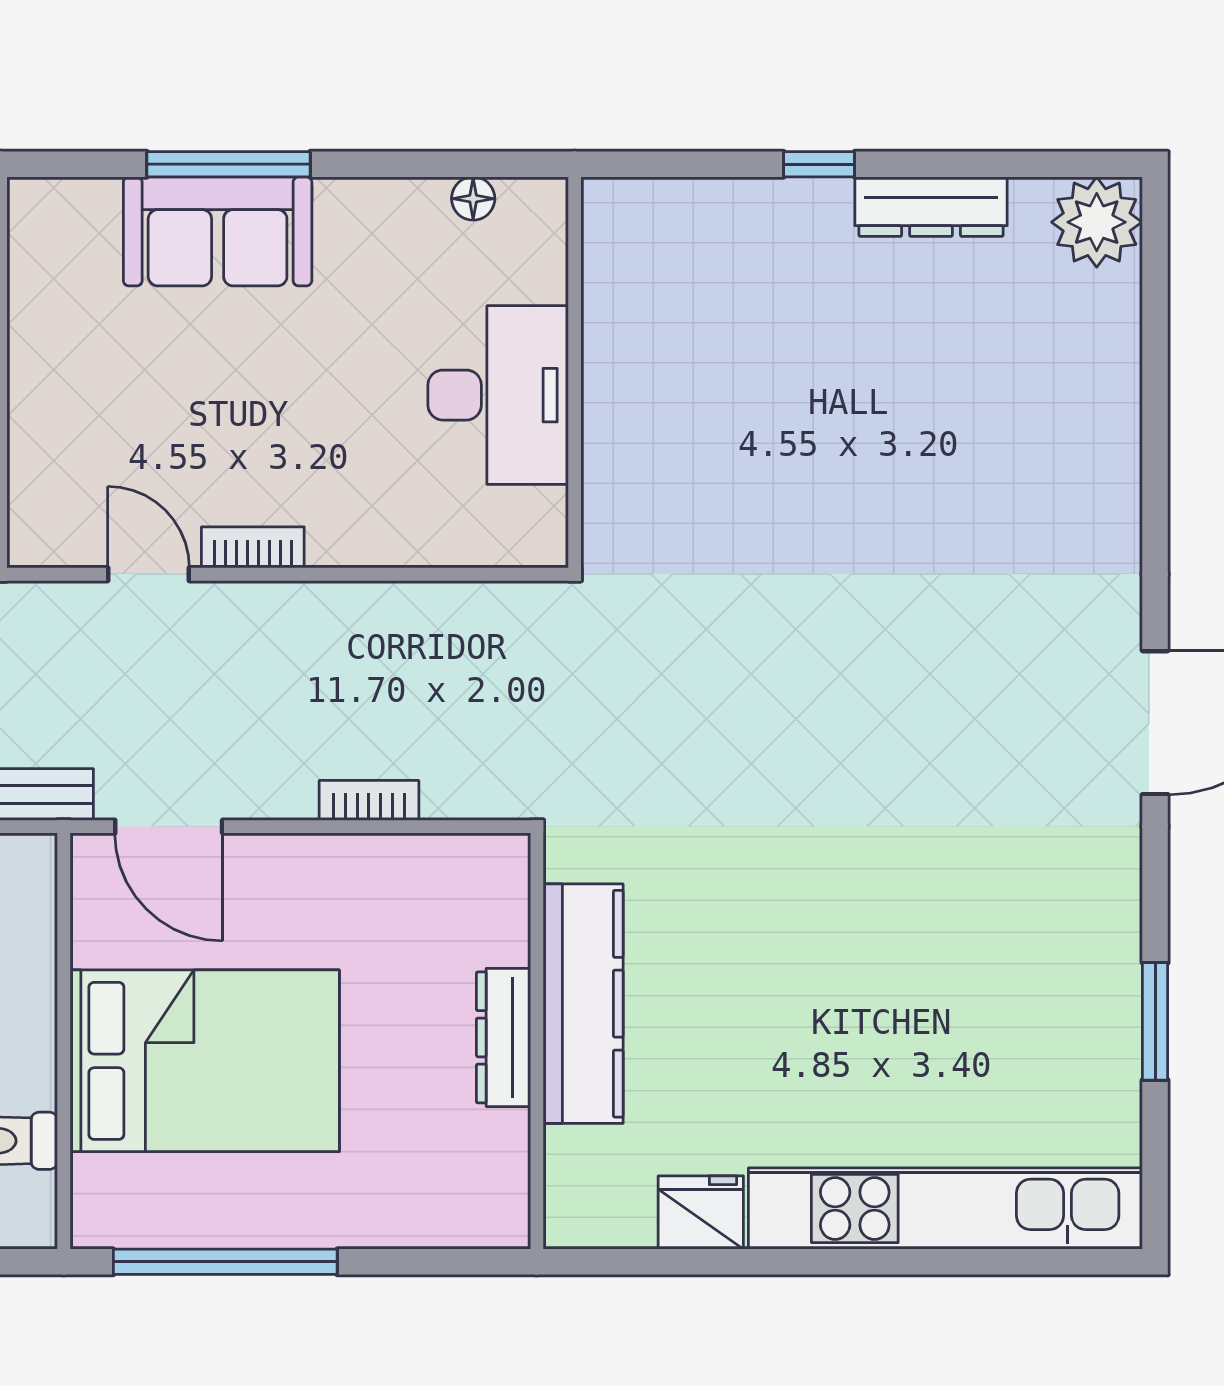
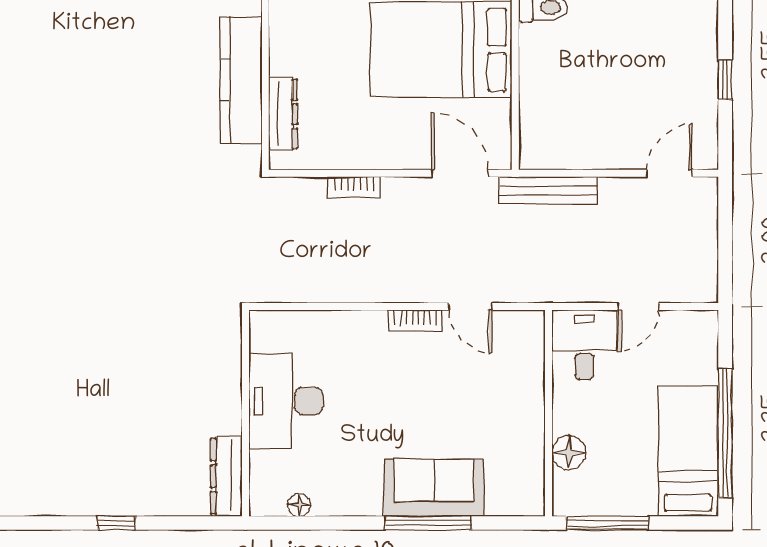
dresser: (931, 207) -> (226, 476), moved, turned -90
dresser: (503, 1037) -> (283, 114), moved

